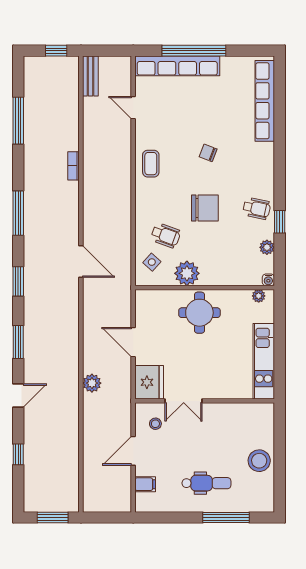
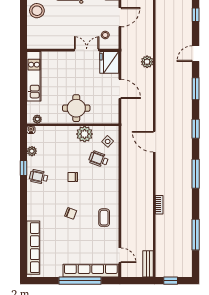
door: (133, 108) -> (120, 255), moved
coffee table: (151, 164) -> (104, 218), moved
chair: (205, 208) -> (73, 177), width x0.54, depth x0.54

